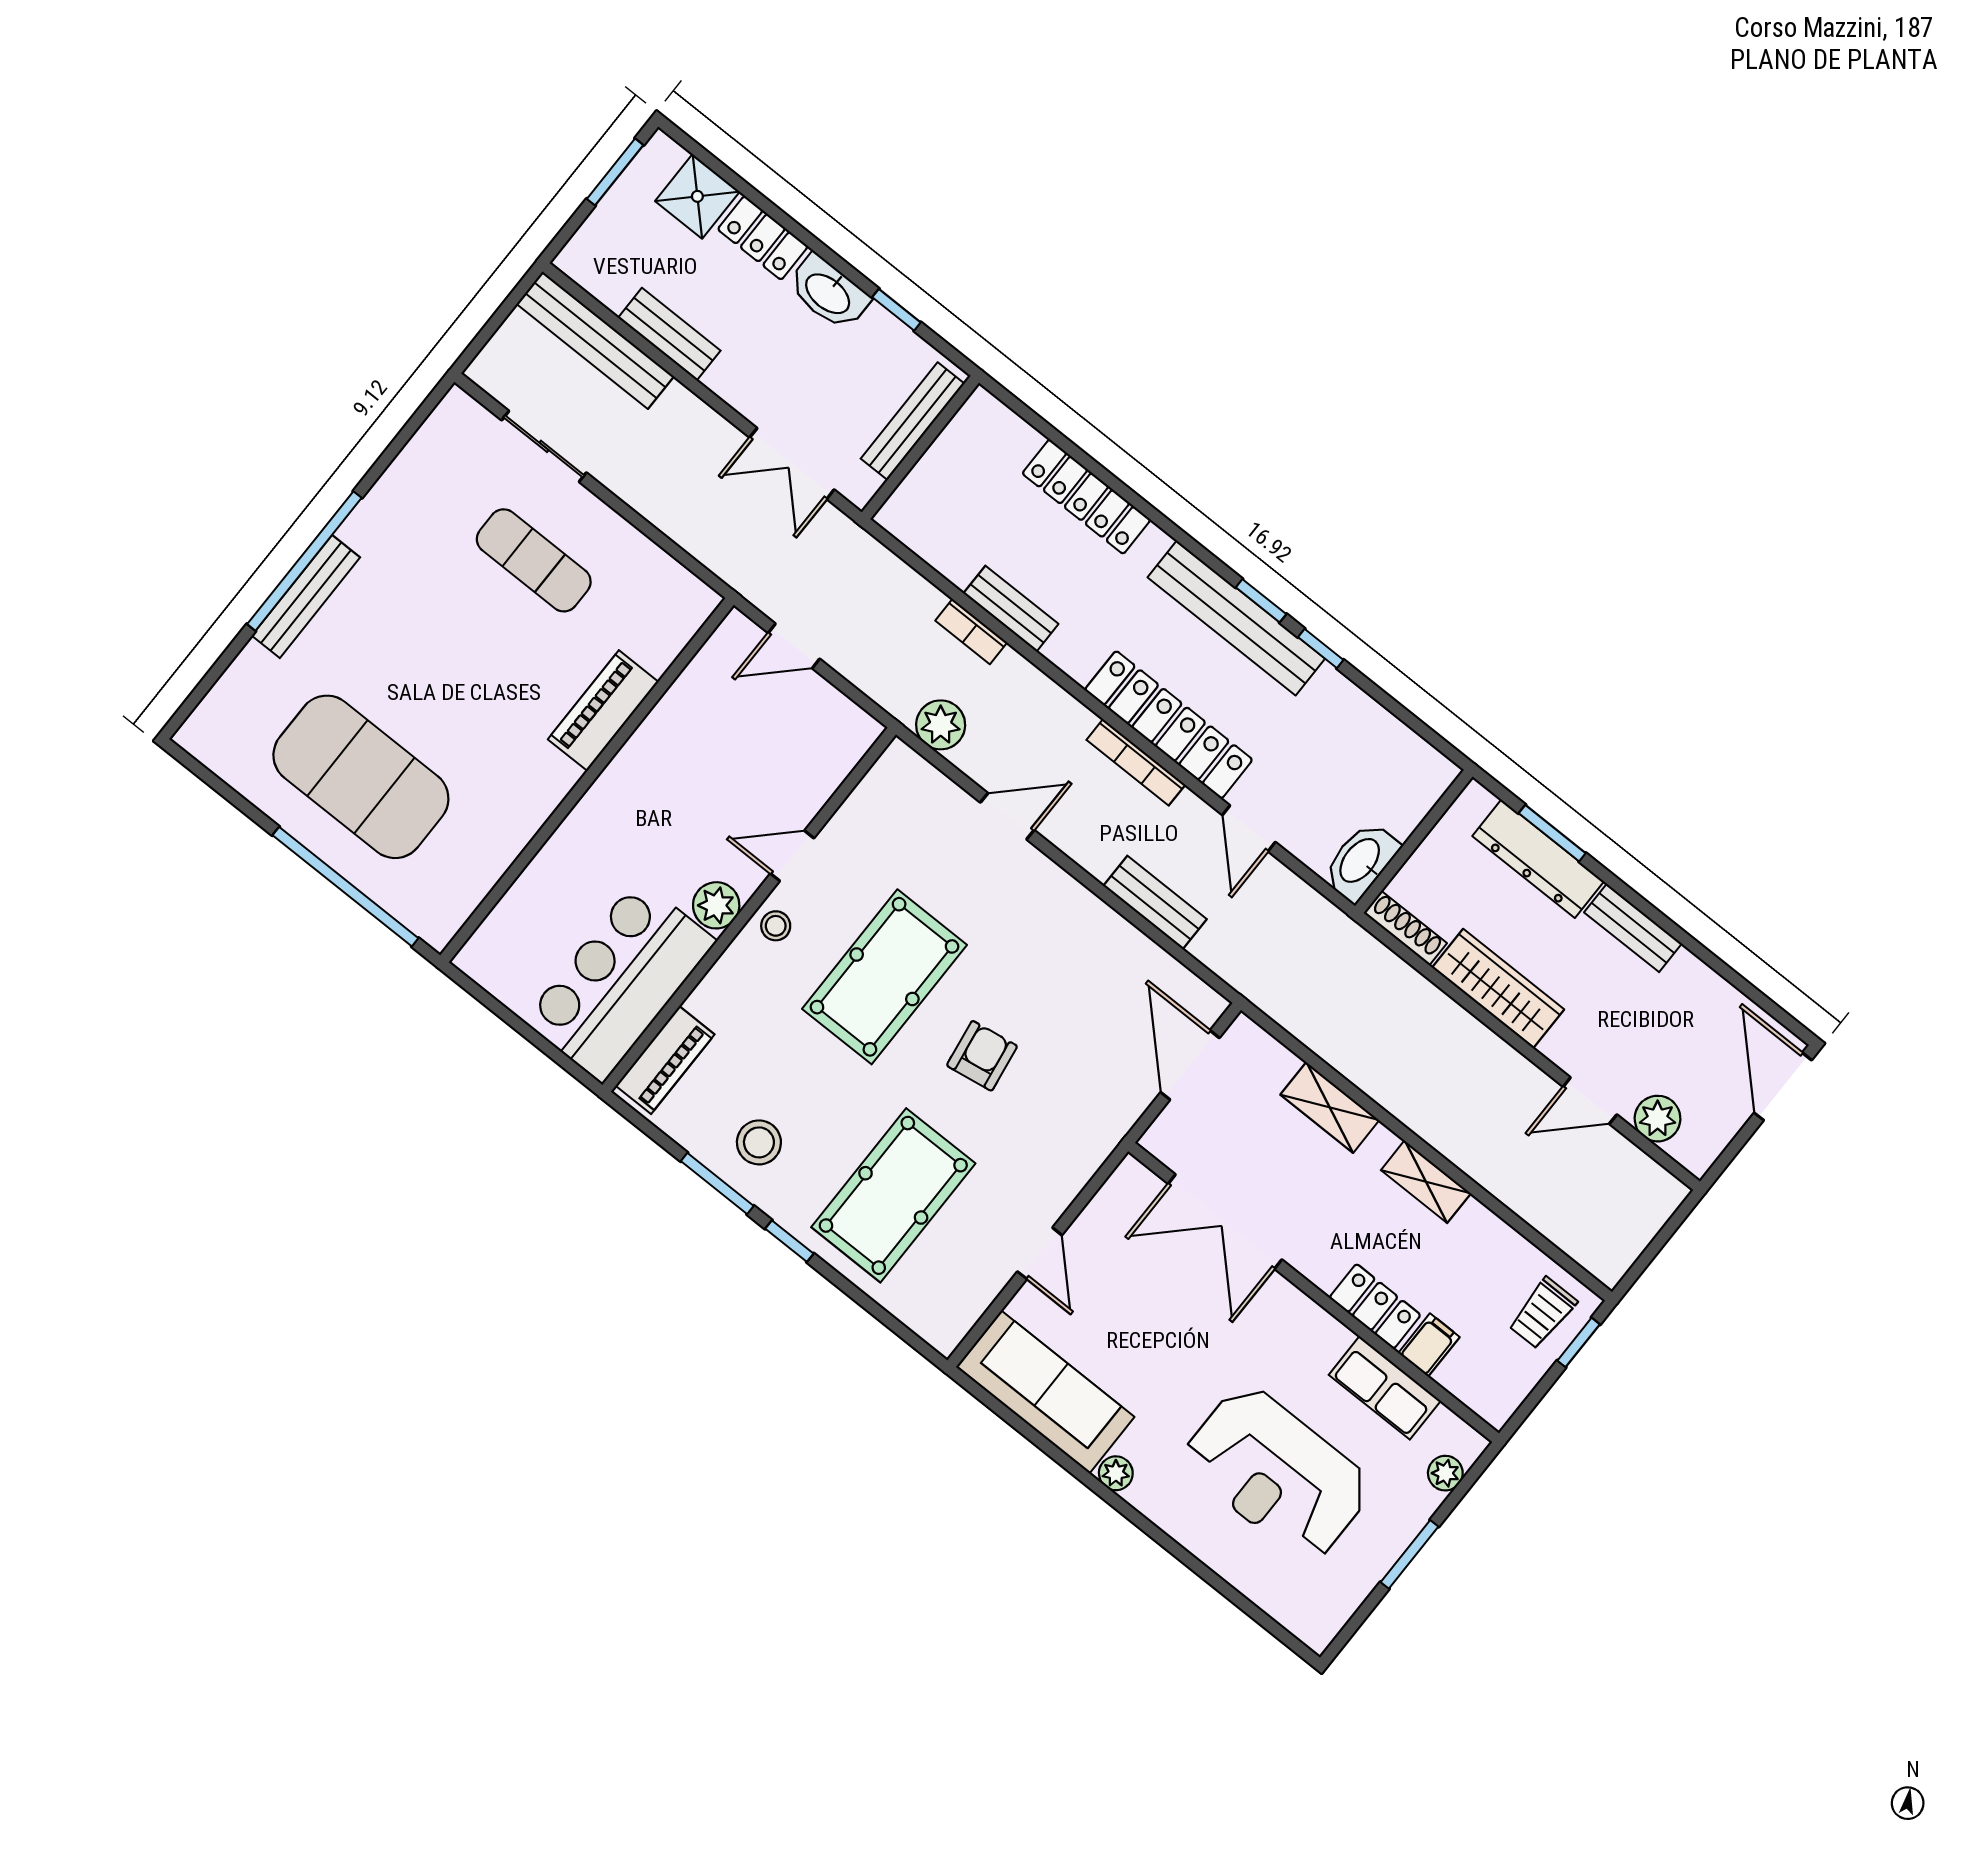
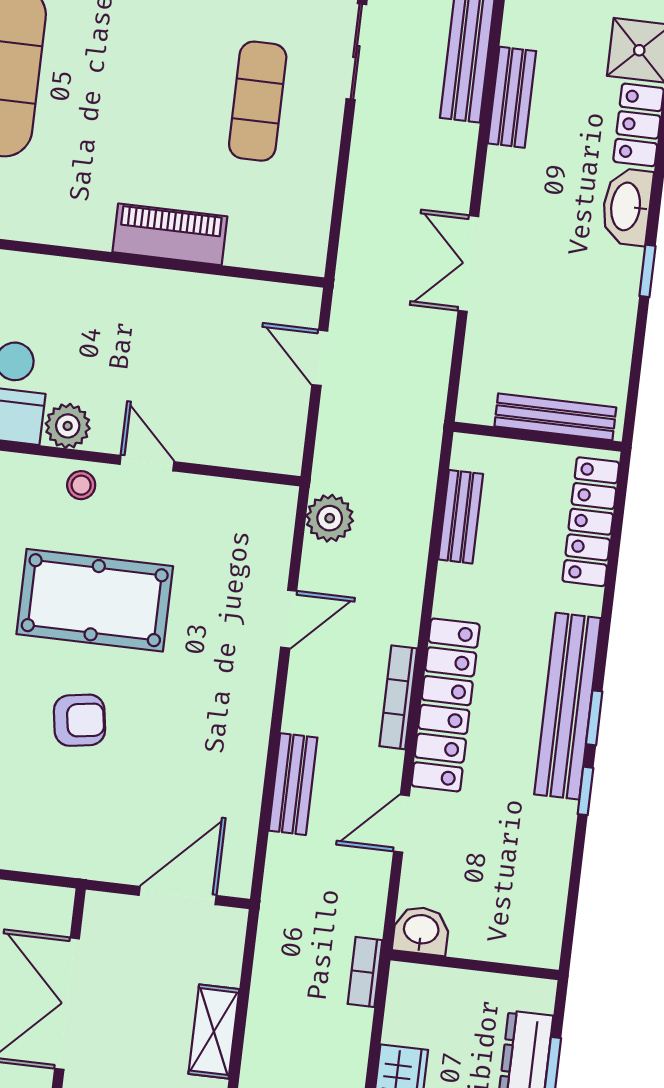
bench: (913, 421) -> (555, 417), moved
wall: (920, 447) -> (538, 437), moved
bookcase: (971, 631) -> (365, 972), moved
door: (1007, 816) -> (289, 619), hinge flipped
washbasin: (1361, 861) -> (421, 931), width x0.72
shoe rack: (1405, 928) -> (399, 1002), removed

